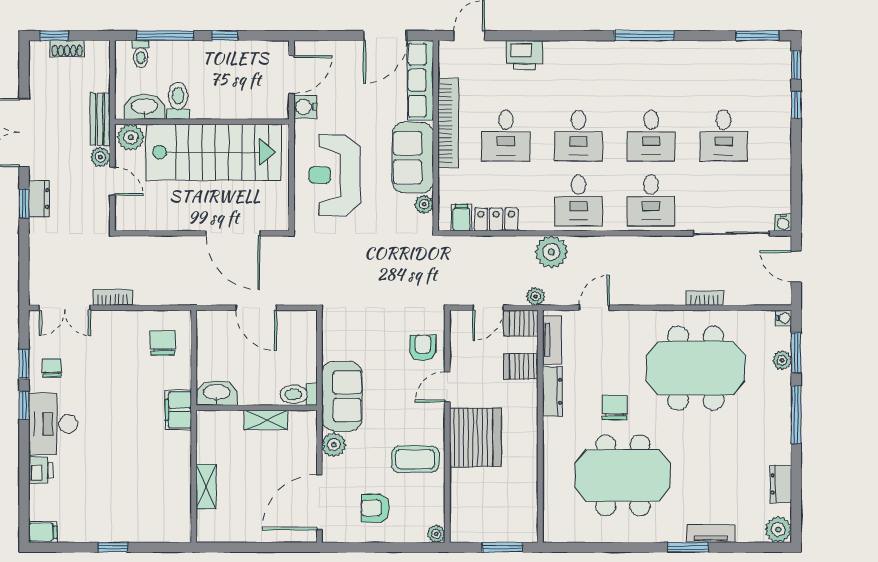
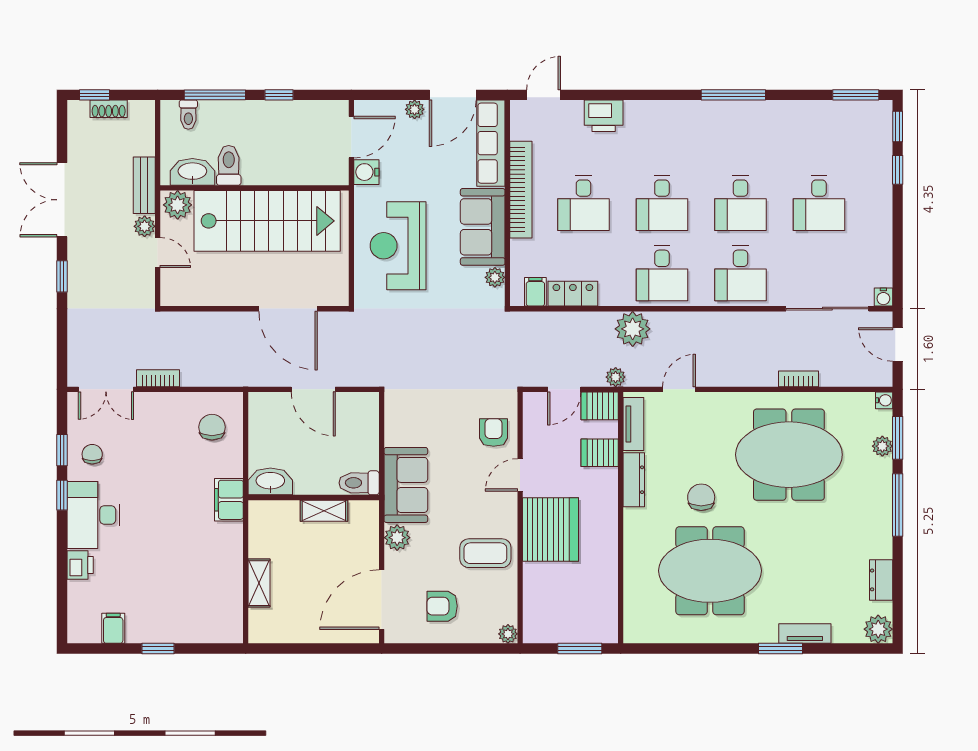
plant: (350, 49) -> (415, 109), added
dresser: (39, 199) -> (78, 271), removed
filing cabinet: (43, 532) -> (113, 628), moved, turned -90

